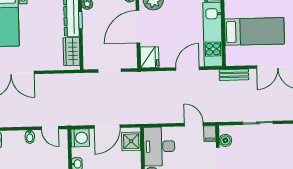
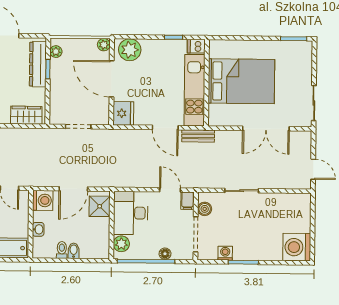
door: (138, 27) -> (112, 79), hinge flipped
bed: (254, 31) -> (241, 81), width x1.50
wardrobe: (72, 51) -> (26, 115), moved, turned 90
door: (188, 69) -> (165, 128), swing flipped
bench: (234, 75) -> (198, 136), moved

